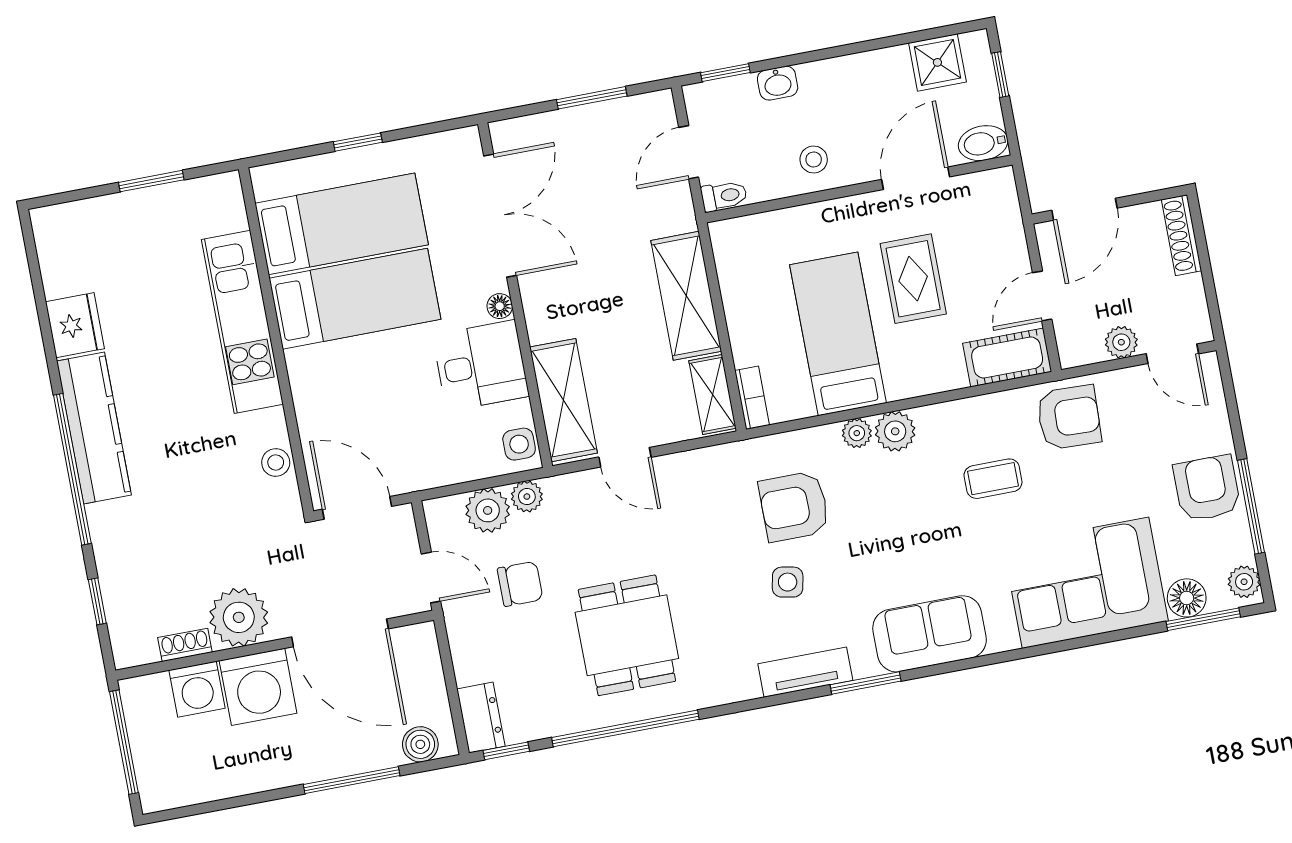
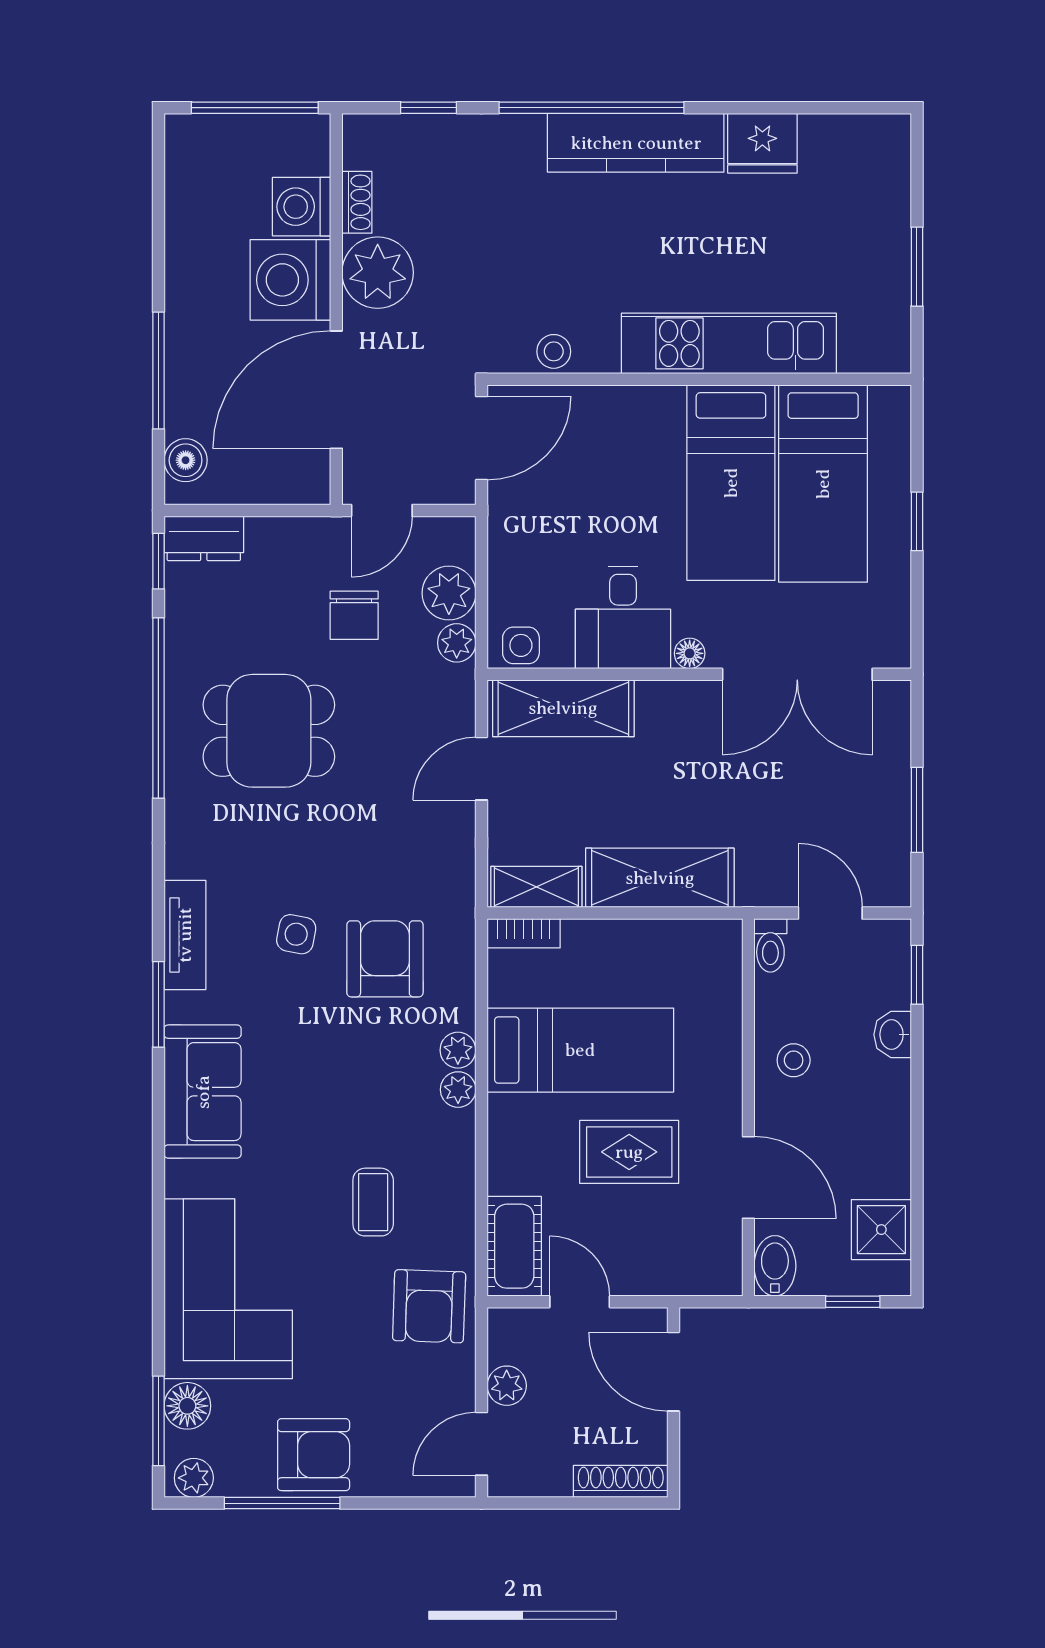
plant: (895, 431) -> (458, 1090), width x0.73, depth x0.73

